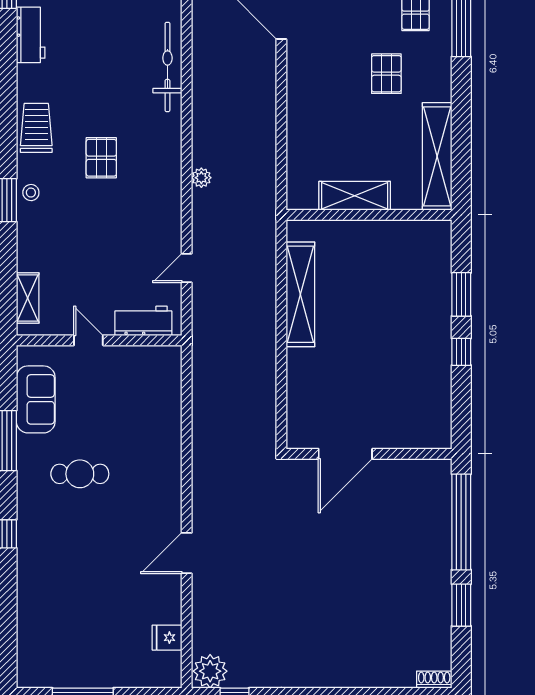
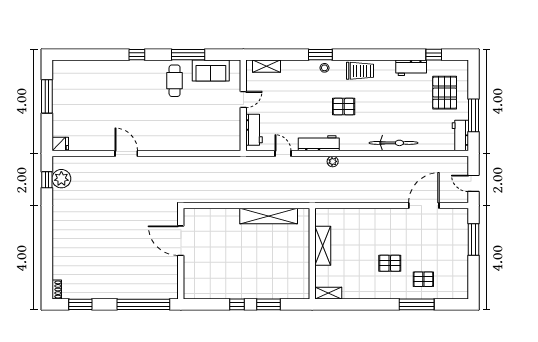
shelving: (437, 156) -> (328, 293), width x0.45, depth x0.75
workbench: (168, 203) -> (319, 143), added
cafe table: (80, 474) -> (175, 81), moved
window: (461, 605) -> (80, 304), moved
fridge: (167, 638) -> (60, 144), moved, turned 90
plant: (210, 671) -> (61, 179), moved

